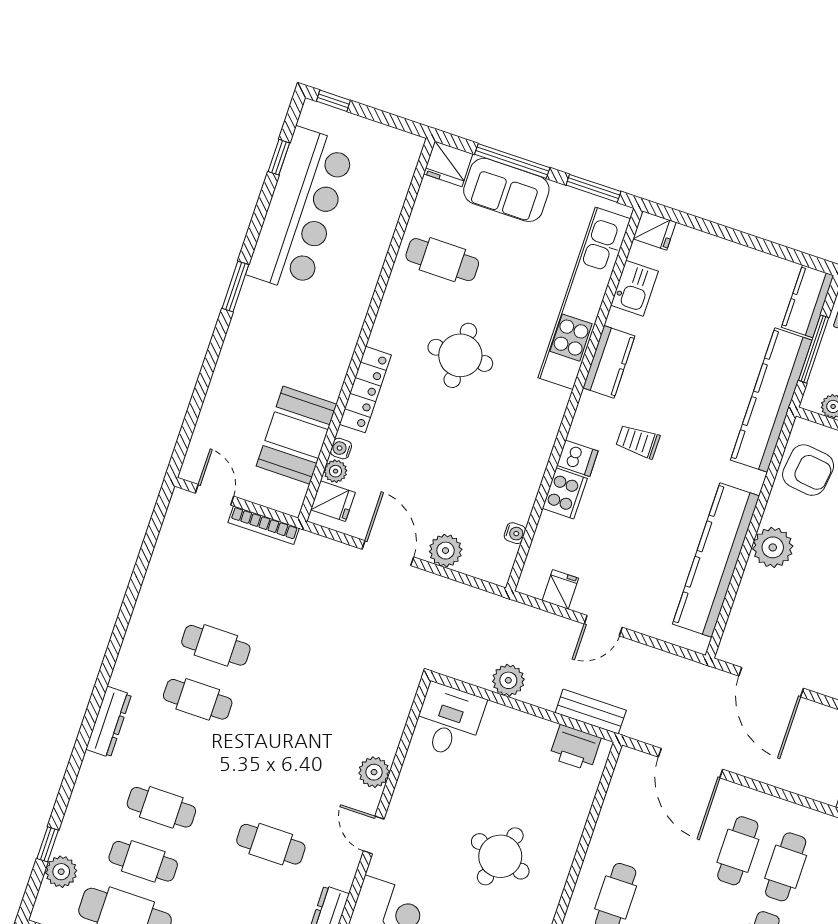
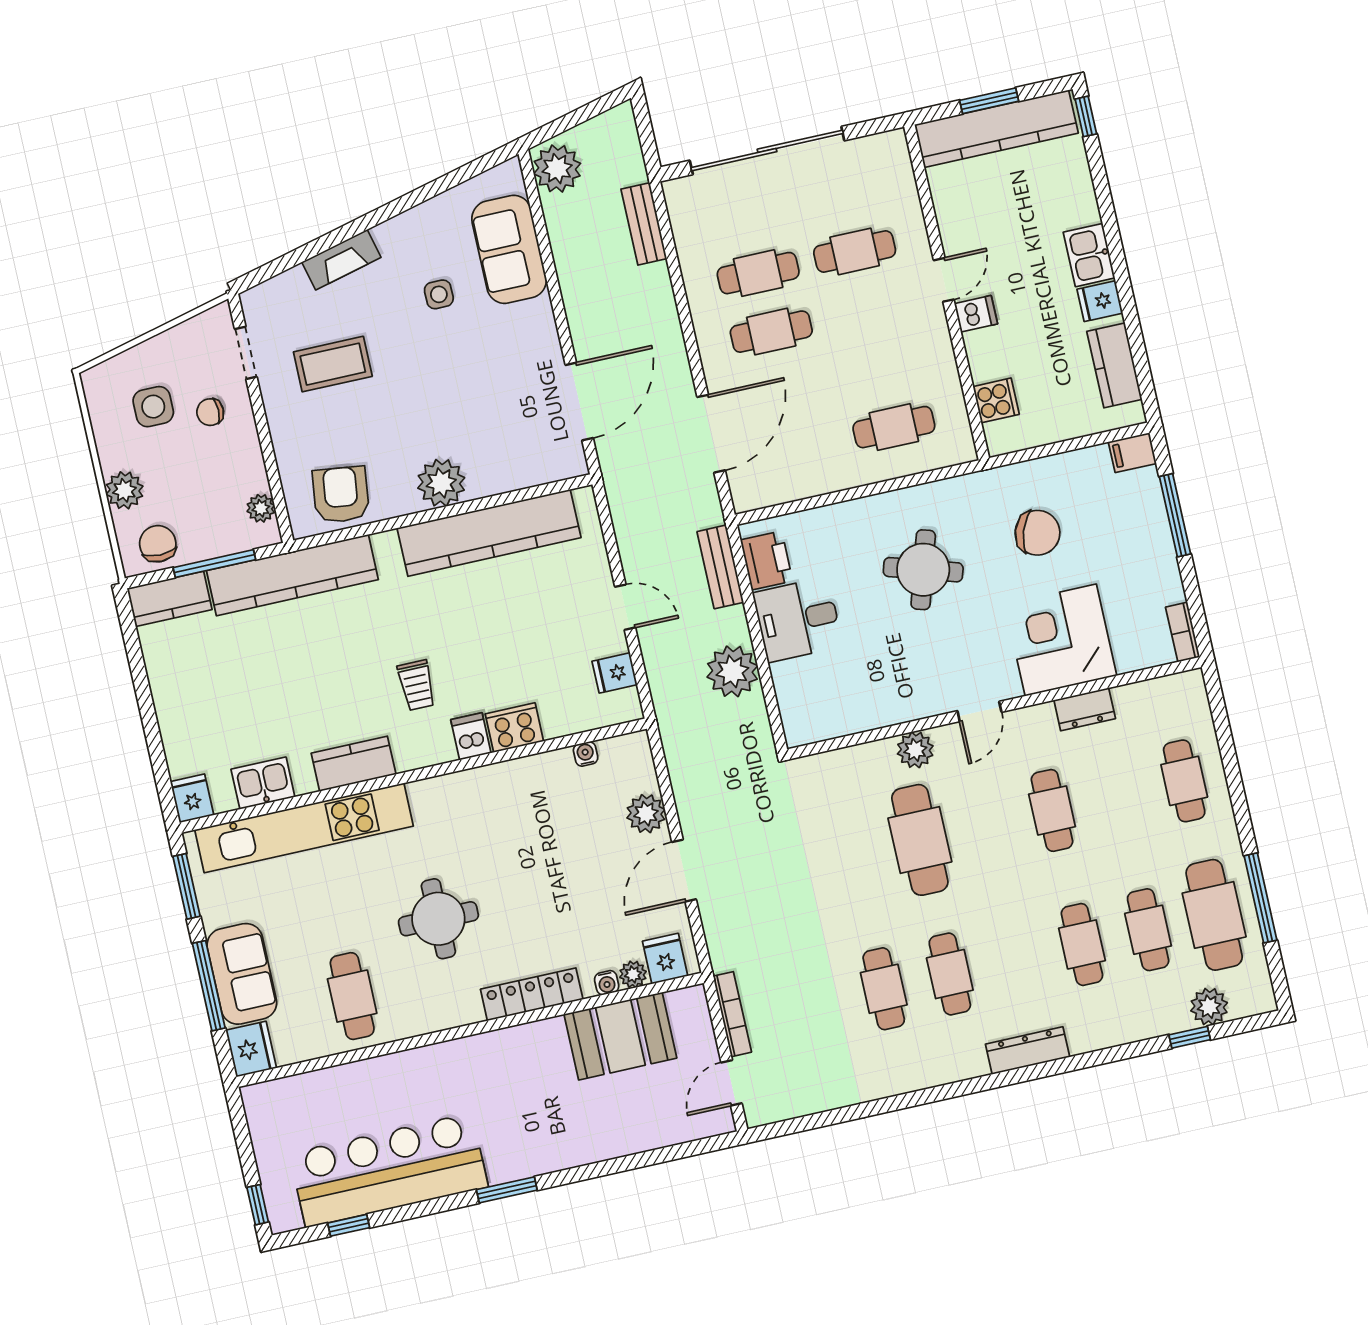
plant: (508, 680) -> (732, 671), width x1.36, depth x1.36
desk: (449, 721) -> (798, 620), moved
cafe table: (307, 736) -> (920, 840), added

